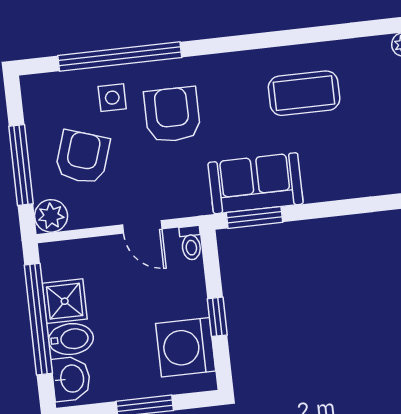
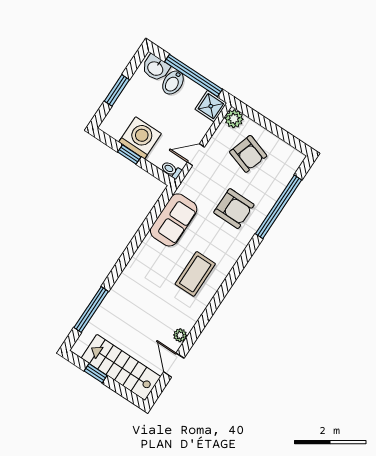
side table: (112, 98) -> (263, 189), removed
window: (21, 165) -> (267, 124), removed
window: (255, 217) -> (159, 207), removed
shower: (65, 301) -> (211, 106), moved
washing machine: (186, 347) -> (140, 138), moved

